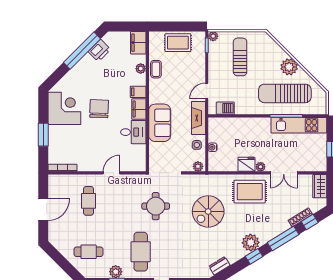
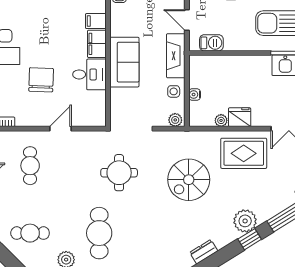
door: (207, 91) -> (187, 20), hinge flipped
chair: (99, 109) -> (41, 80), moved
plant: (261, 167) -> (221, 120), moved

